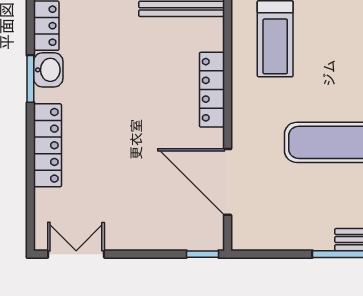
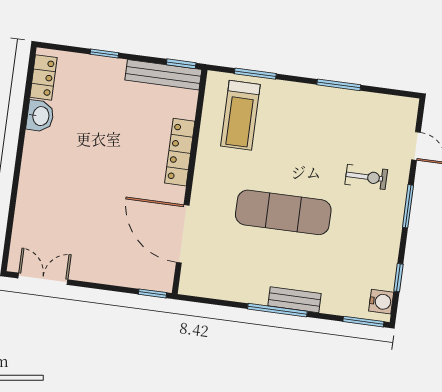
window: (30, 79) -> (24, 122), removed
locker: (47, 145) -> (31, 181), removed

